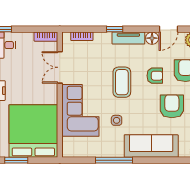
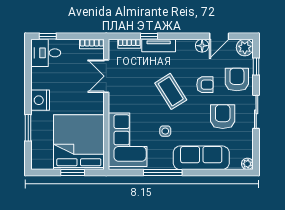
window: (115, 29) -> (149, 36), moved
tv unit: (128, 38) -> (159, 46), moved
coffee table: (122, 82) -> (171, 91), turned -32
corner sofa: (80, 110) -> (128, 140), moved
window: (16, 160) -> (73, 172), moved

